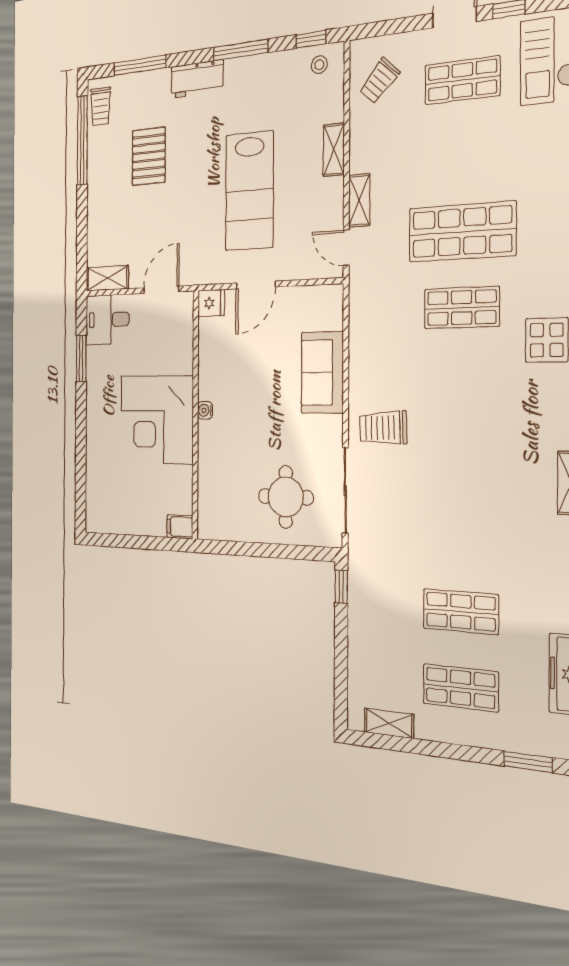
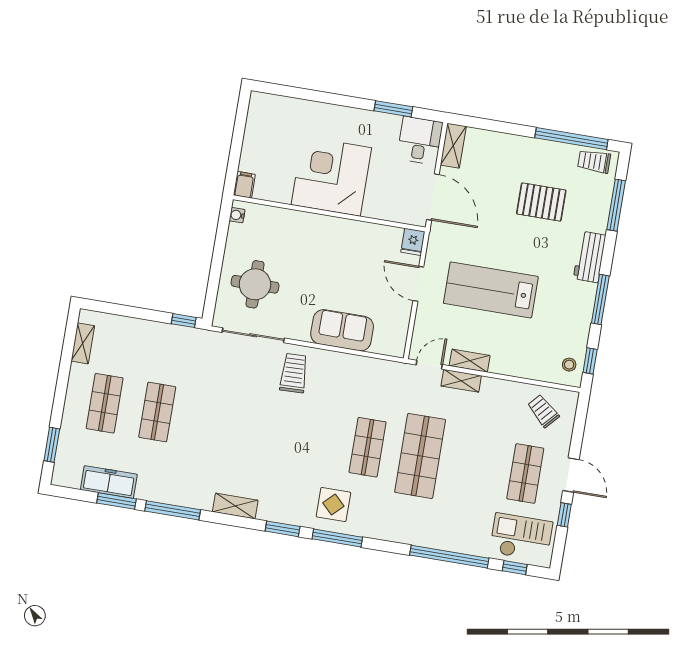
shelving: (334, 150) -> (470, 361), moved
door: (161, 290) -> (433, 197), width x1.36
water cooler: (205, 410) -> (237, 215), moved, turned -90

